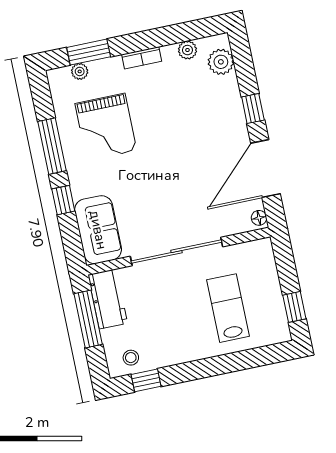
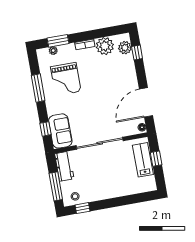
plant: (187, 50) -> (105, 46), width x1.87, depth x1.87
window: (253, 109) -> (137, 53), moved
window: (63, 200) -> (46, 129), moved
window: (294, 307) -> (156, 159), moved
lab bench: (228, 308) -> (143, 160), moved
window: (88, 319) -> (56, 186), moved

